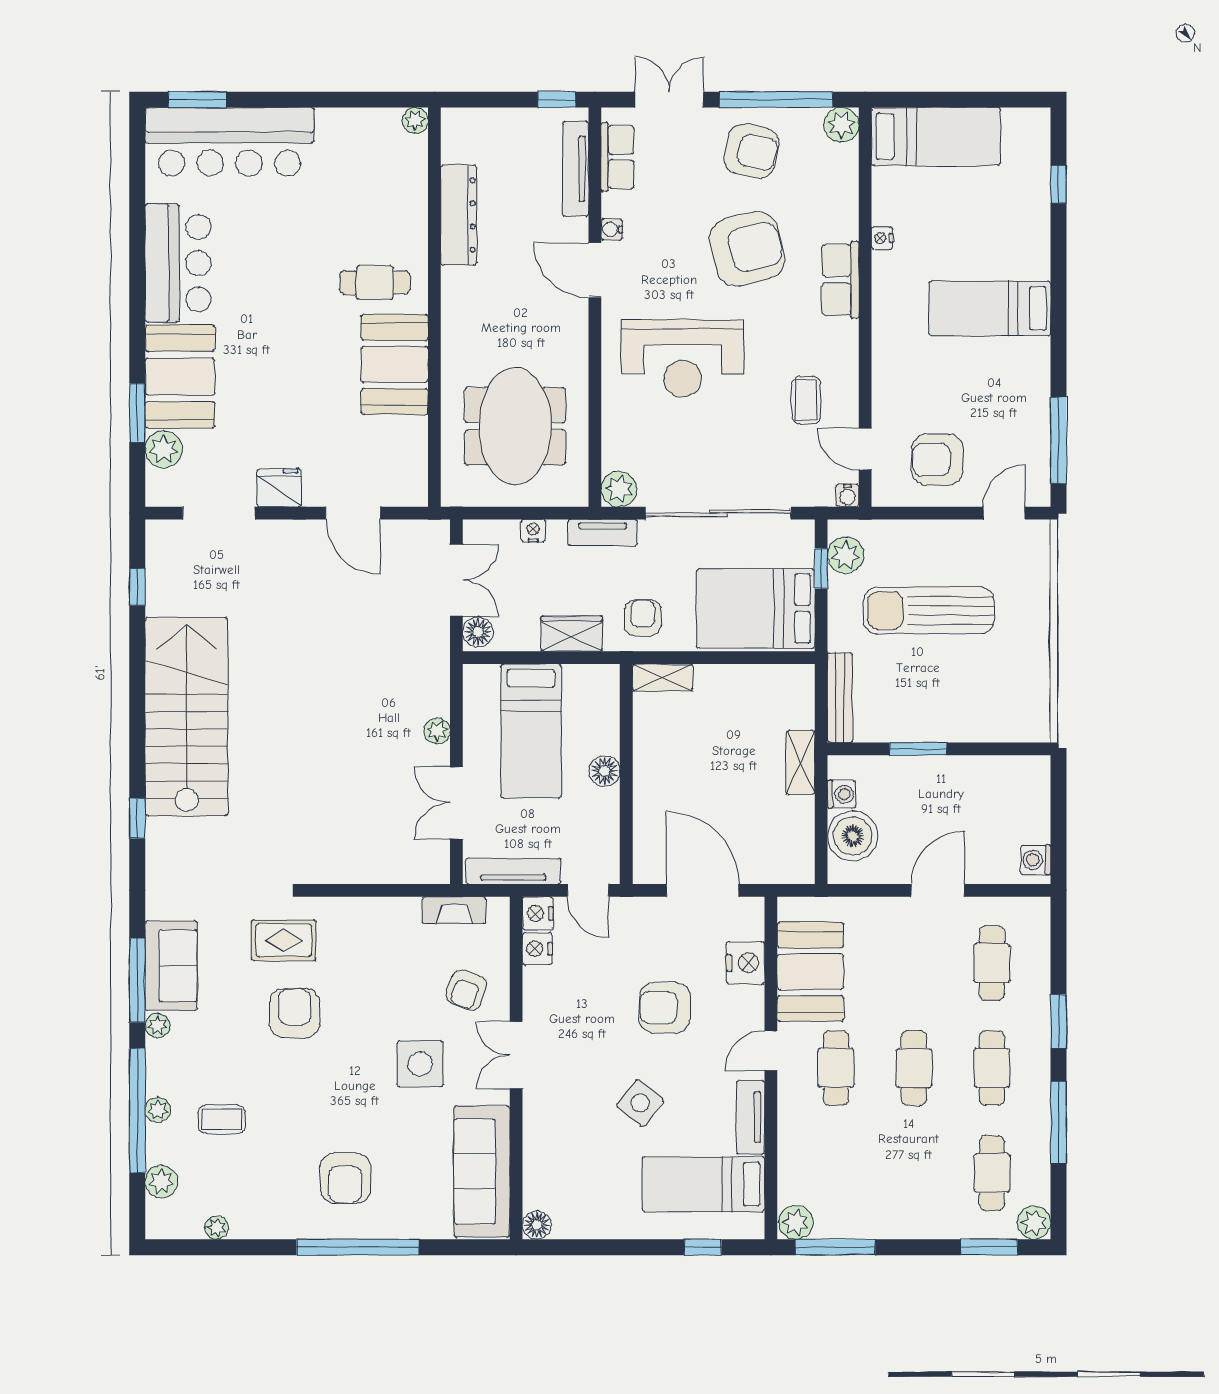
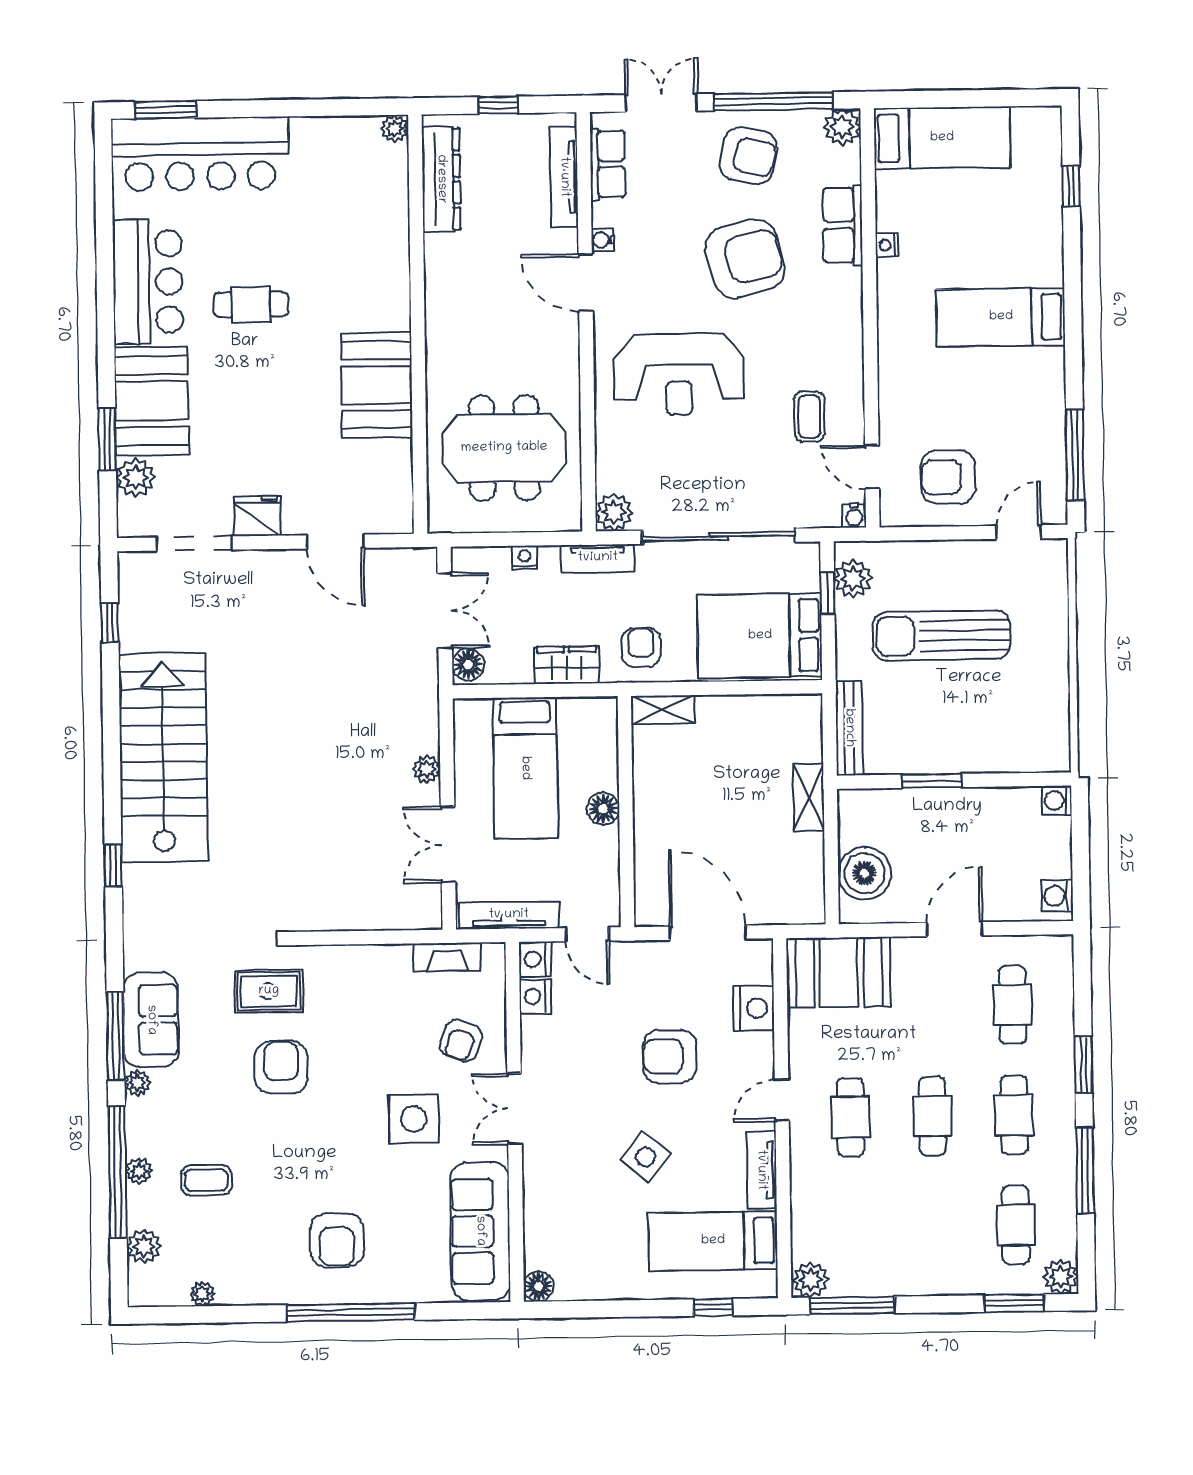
window: (557, 100) -> (498, 105), moved
dresser: (459, 215) -> (441, 179), moved
row of seats: (840, 280) -> (843, 225), moved
cafe table: (375, 283) -> (251, 304), moved
meeting table: (515, 426) -> (504, 448), turned 90
washing machine: (841, 794) -> (1057, 801), moved, turned 180
booth: (810, 972) -> (839, 972), moved, turned 90

